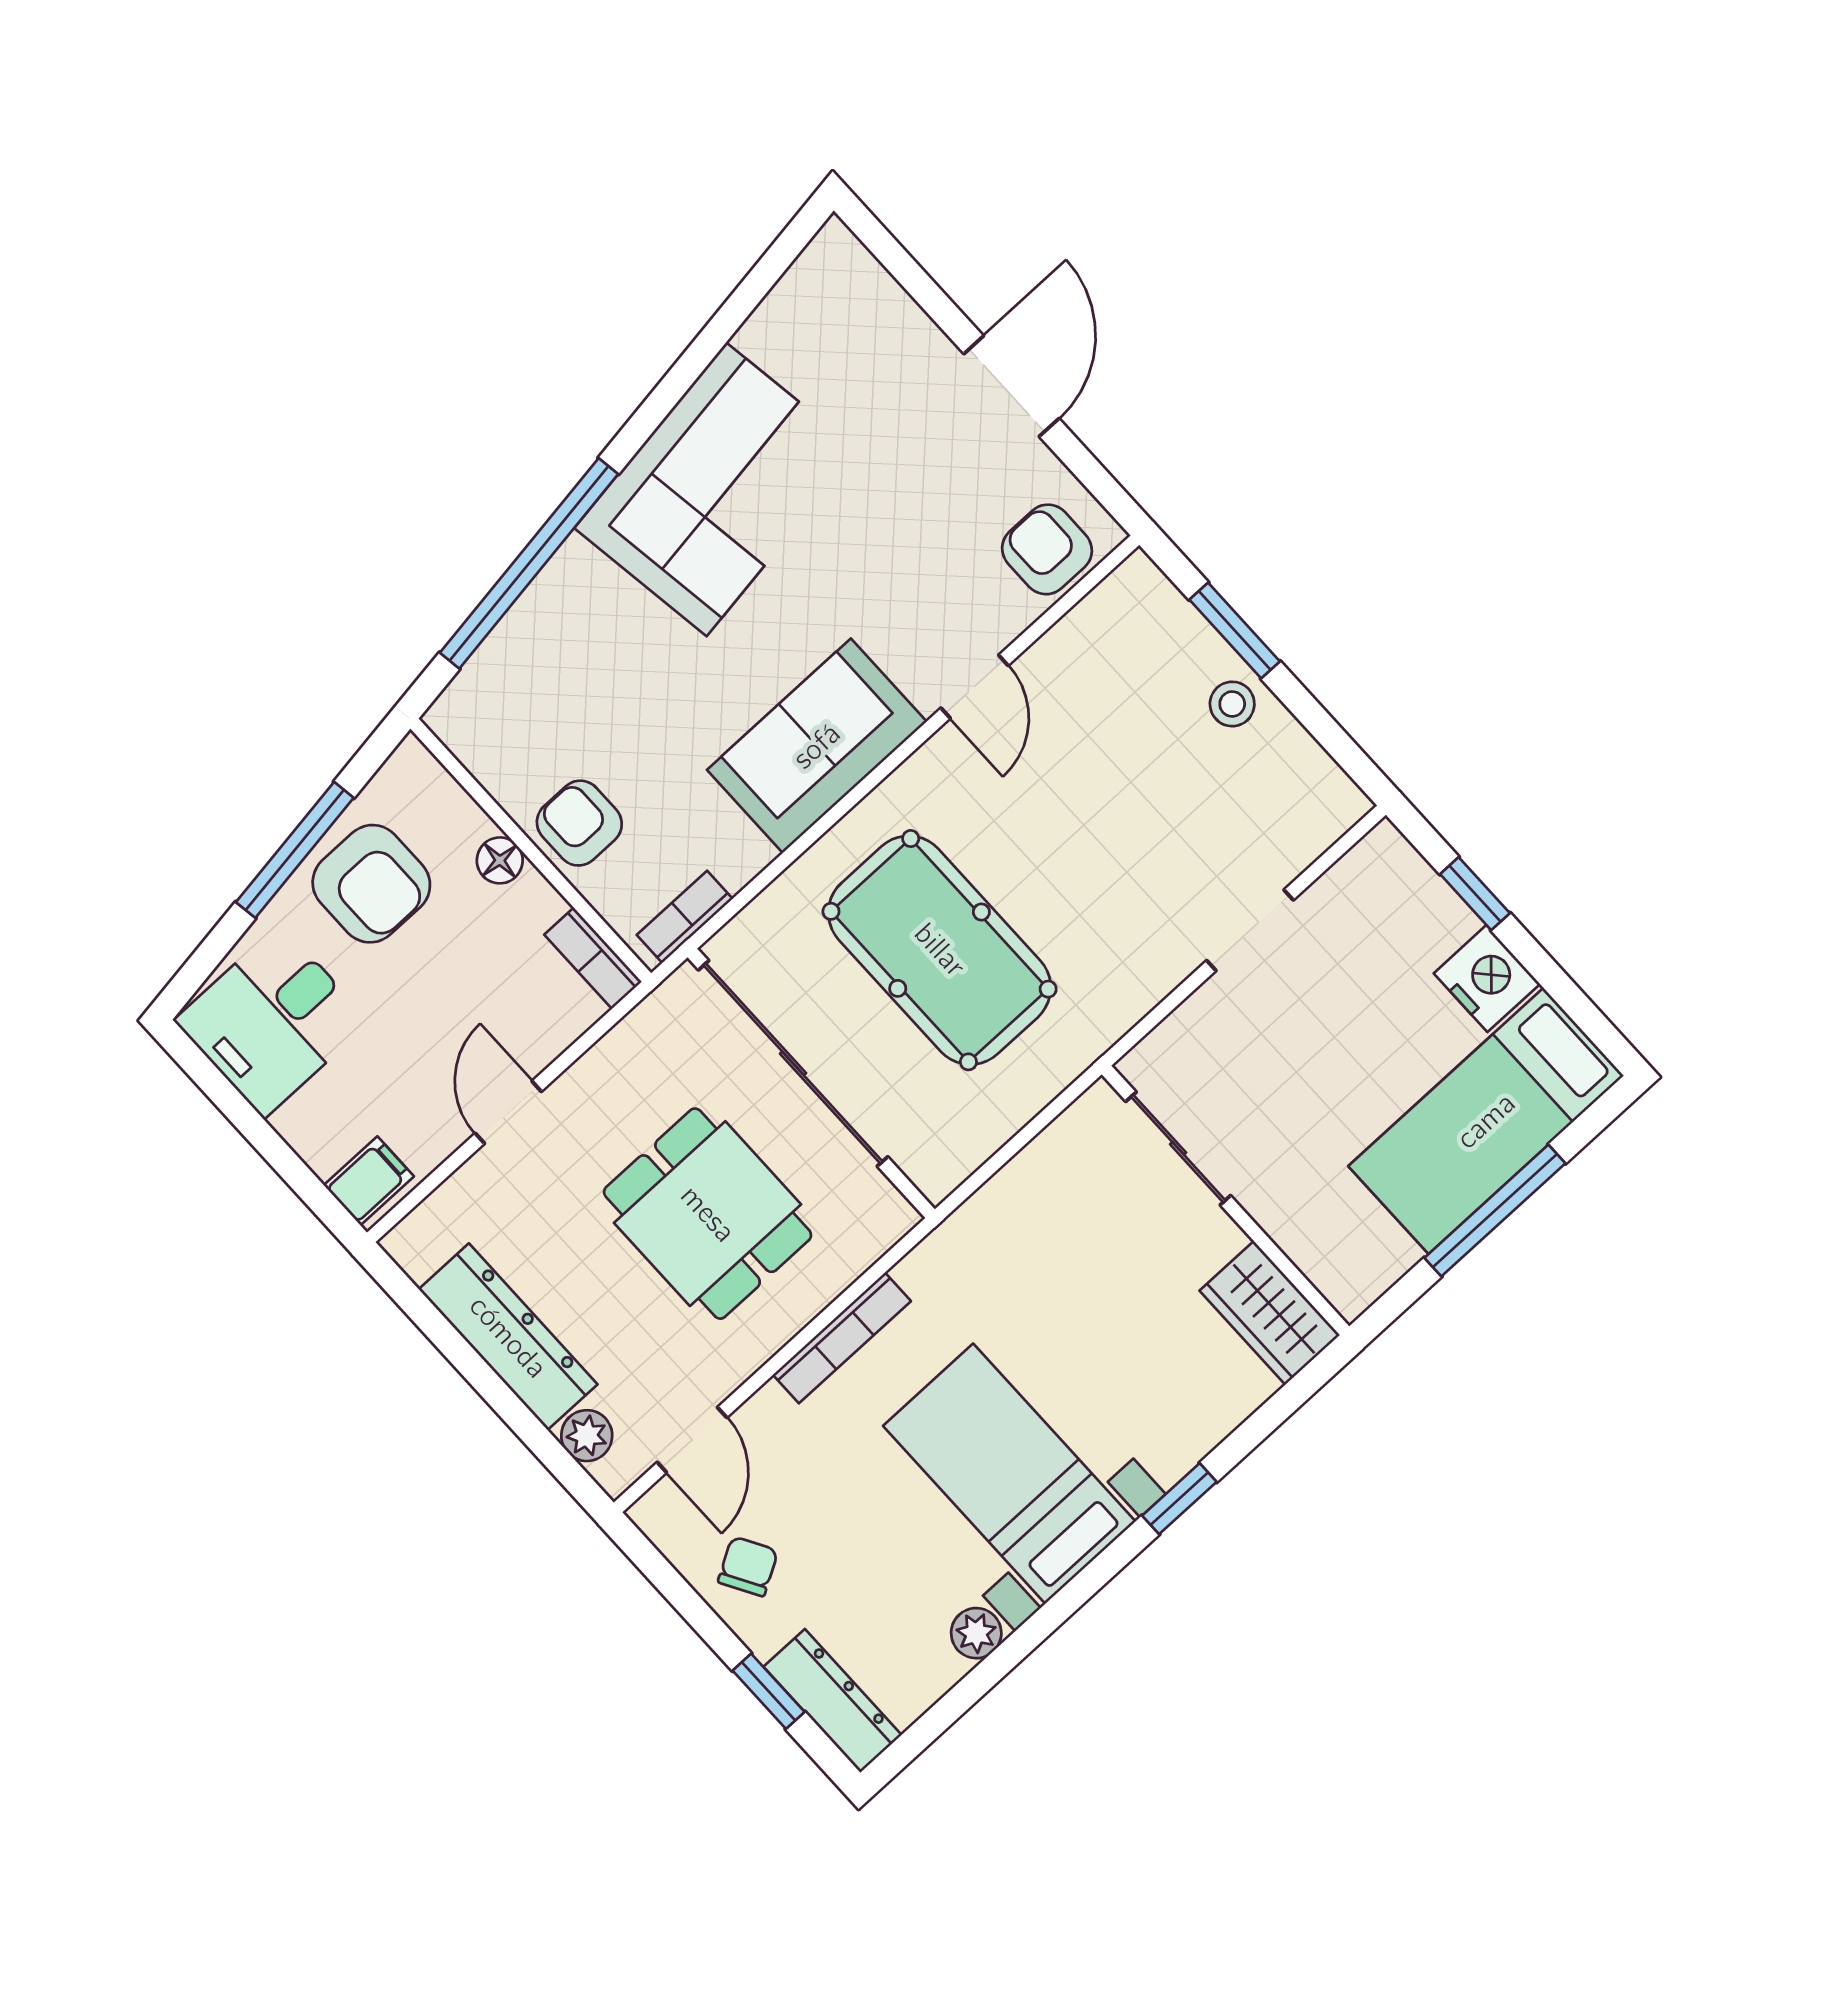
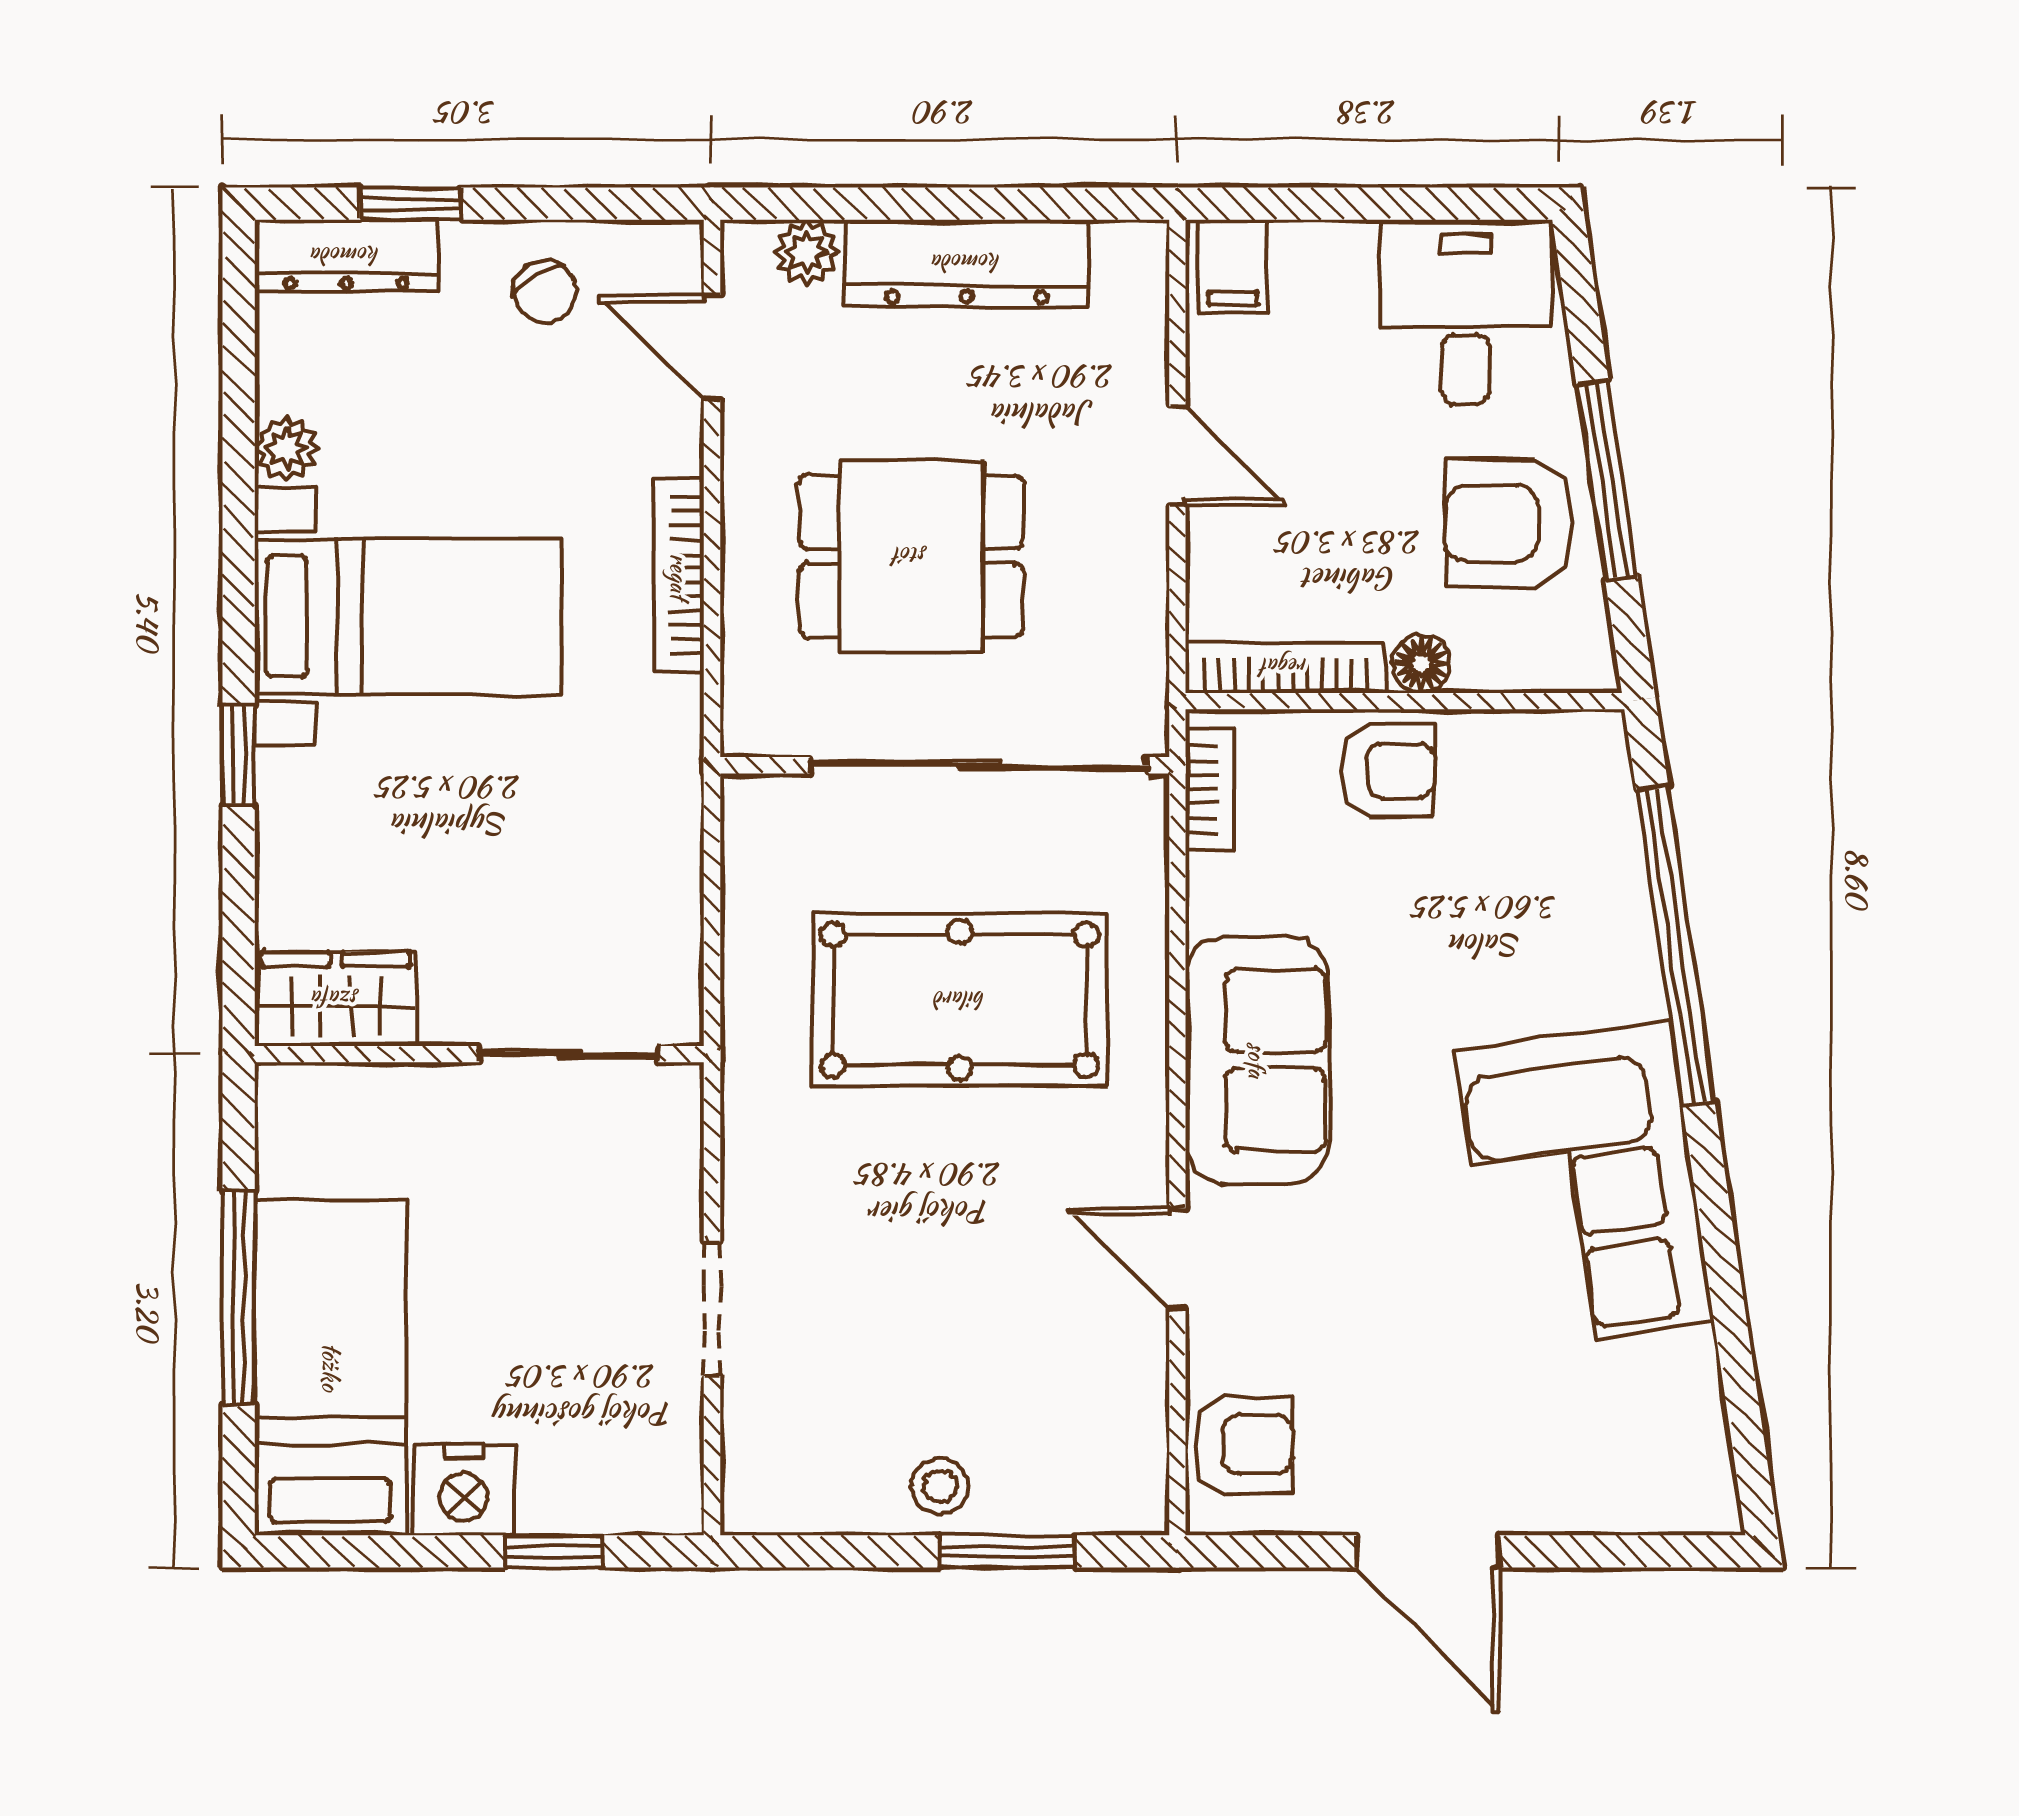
bookcase: (593, 958) -> (1285, 667), width x1.56

